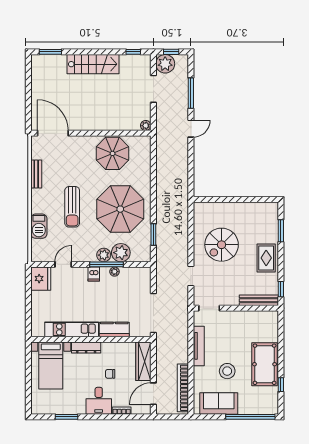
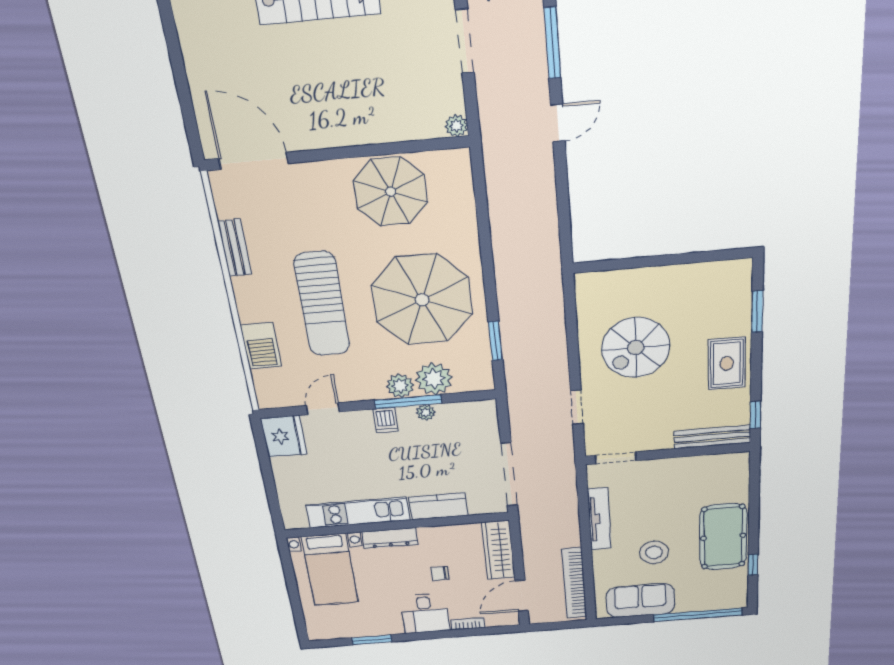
sun lounger: (72, 207) -> (322, 304), width x1.36, depth x1.34

